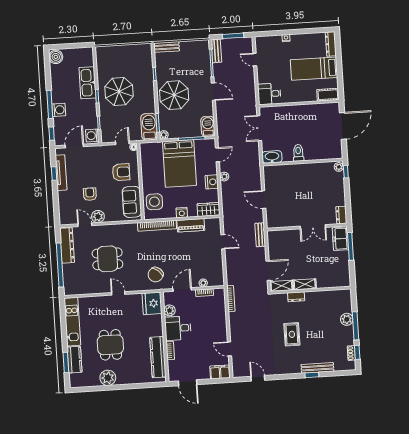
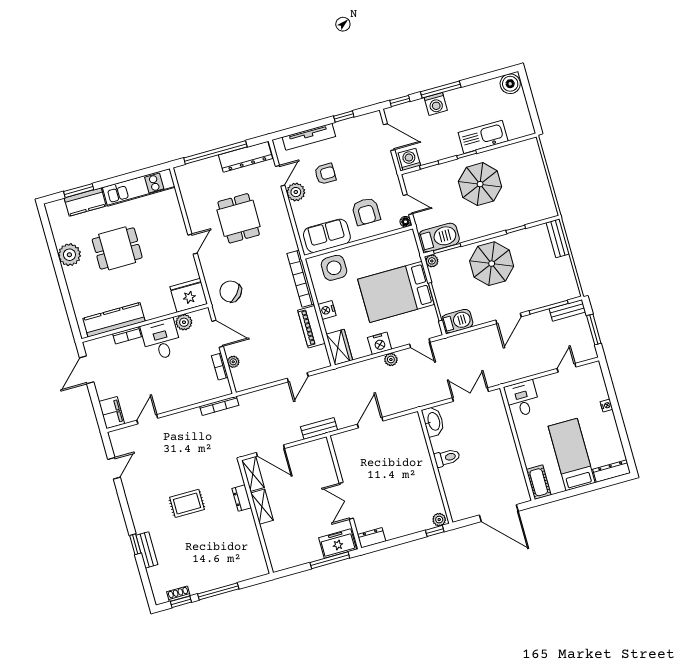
tv unit: (61, 173) -> (309, 137), moved
plant: (347, 319) -> (225, 577), removed
bench: (317, 368) -> (147, 550), width x0.73

